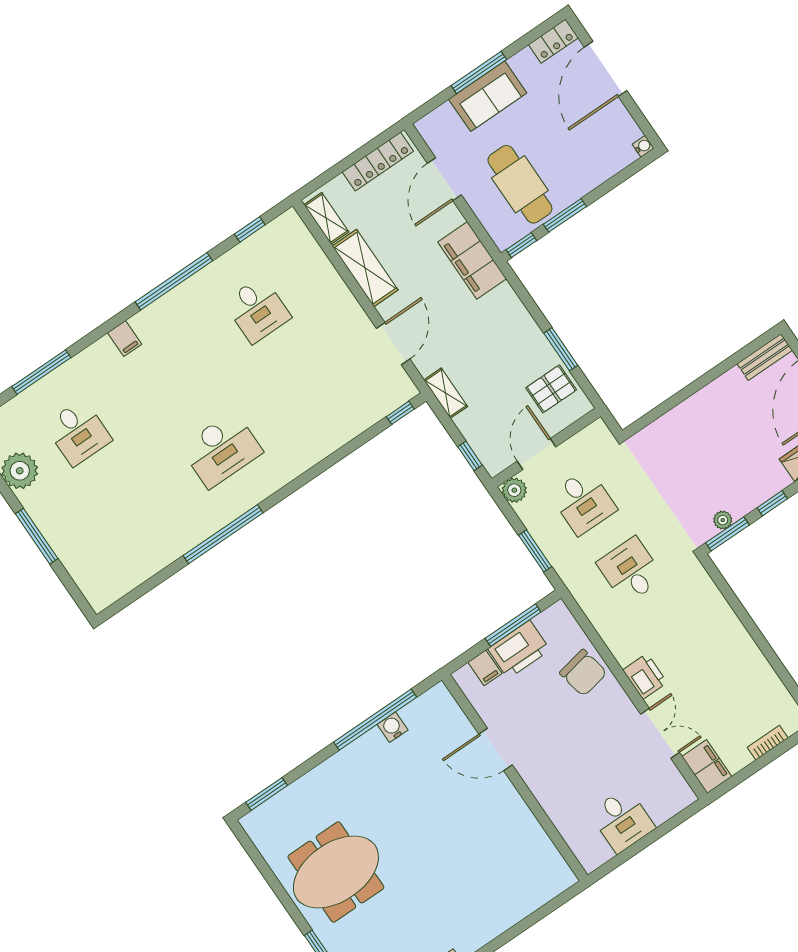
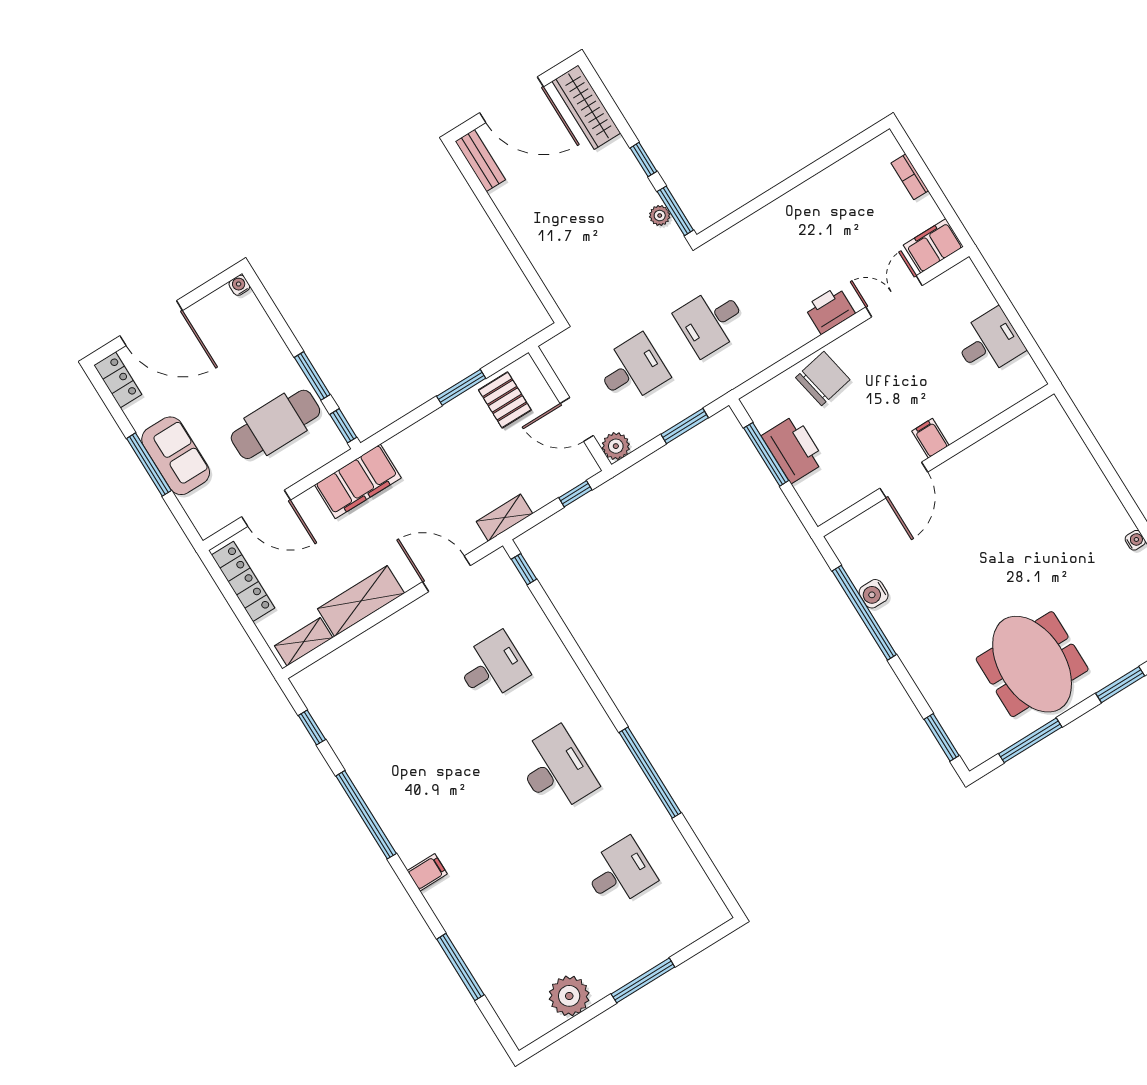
desk: (257, 310) -> (492, 667), moved
desk: (78, 432) -> (620, 873), moved
filing cabinet: (485, 668) -> (930, 438), moved, turned -90
window: (268, 873) -> (1030, 740), added

